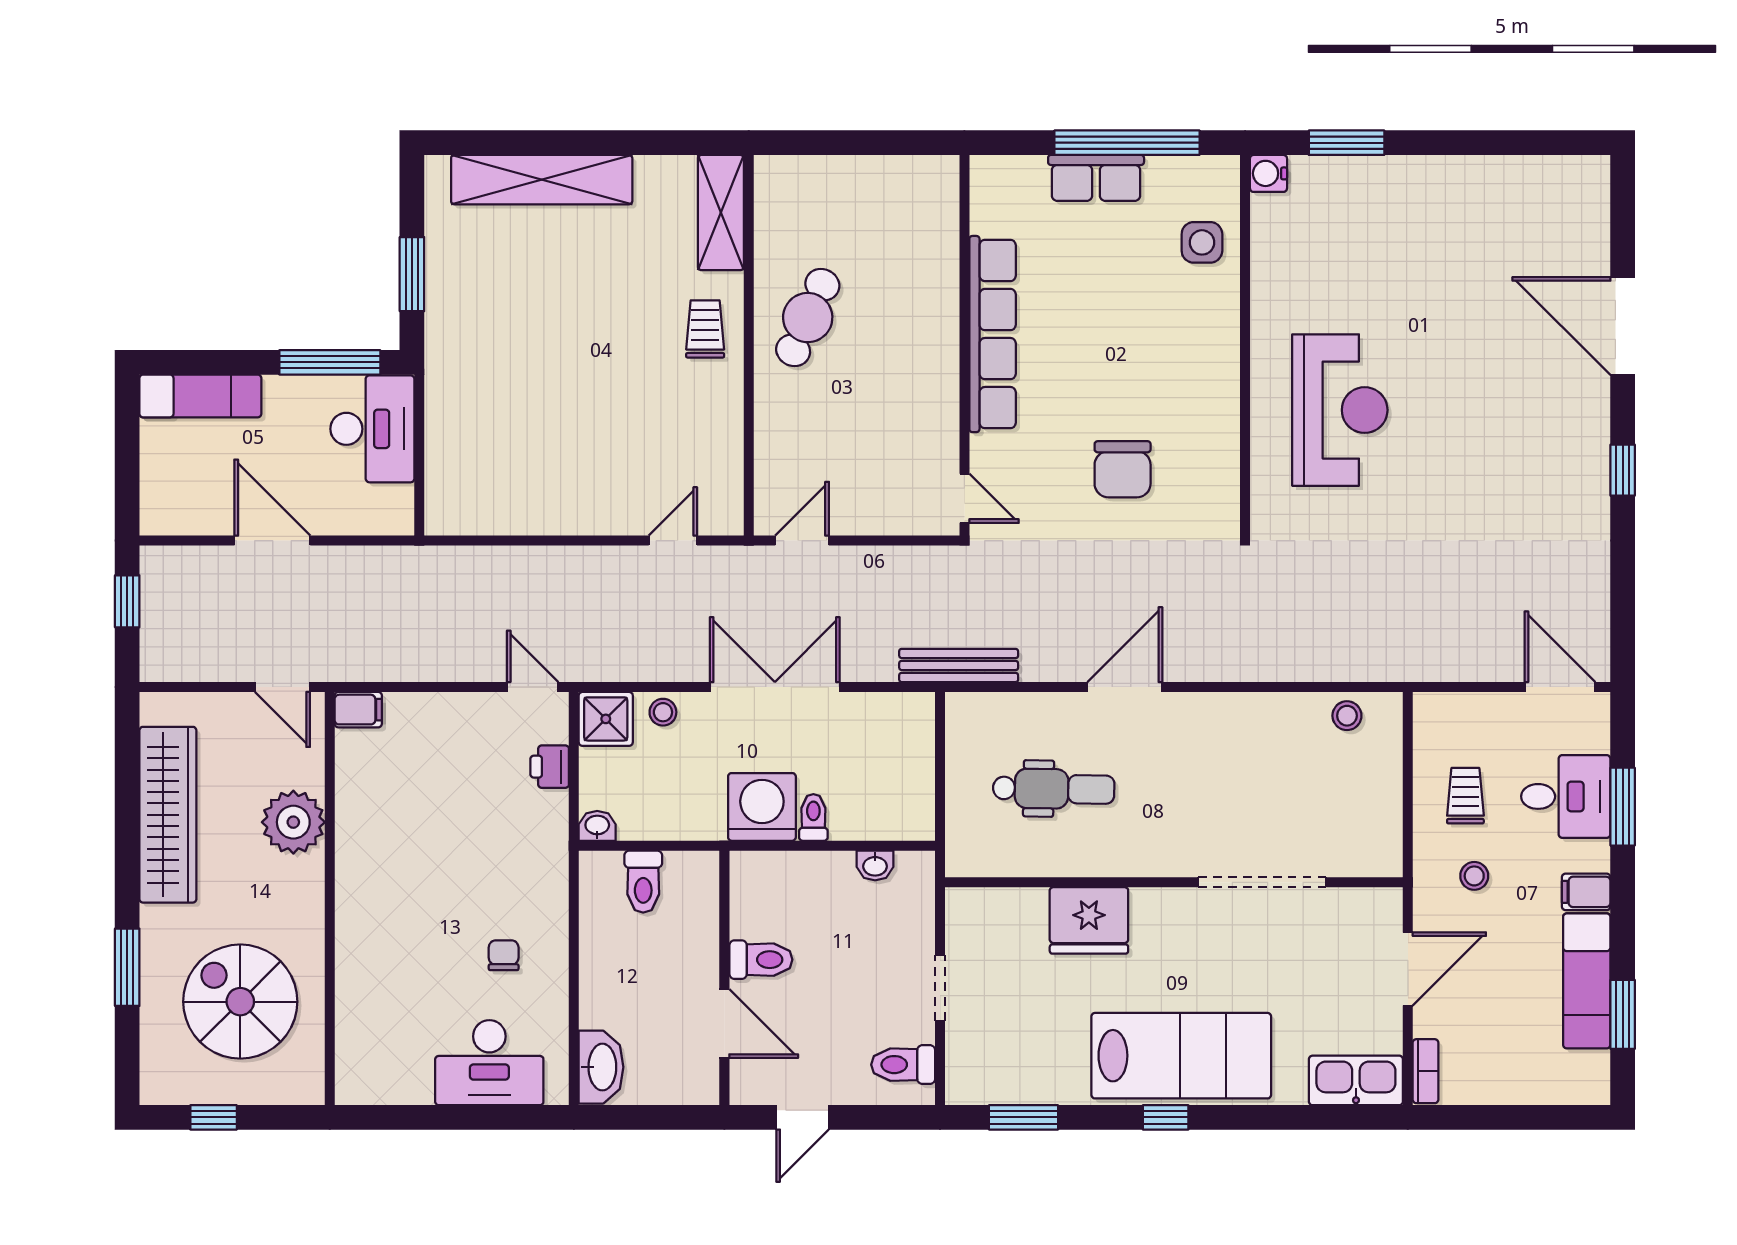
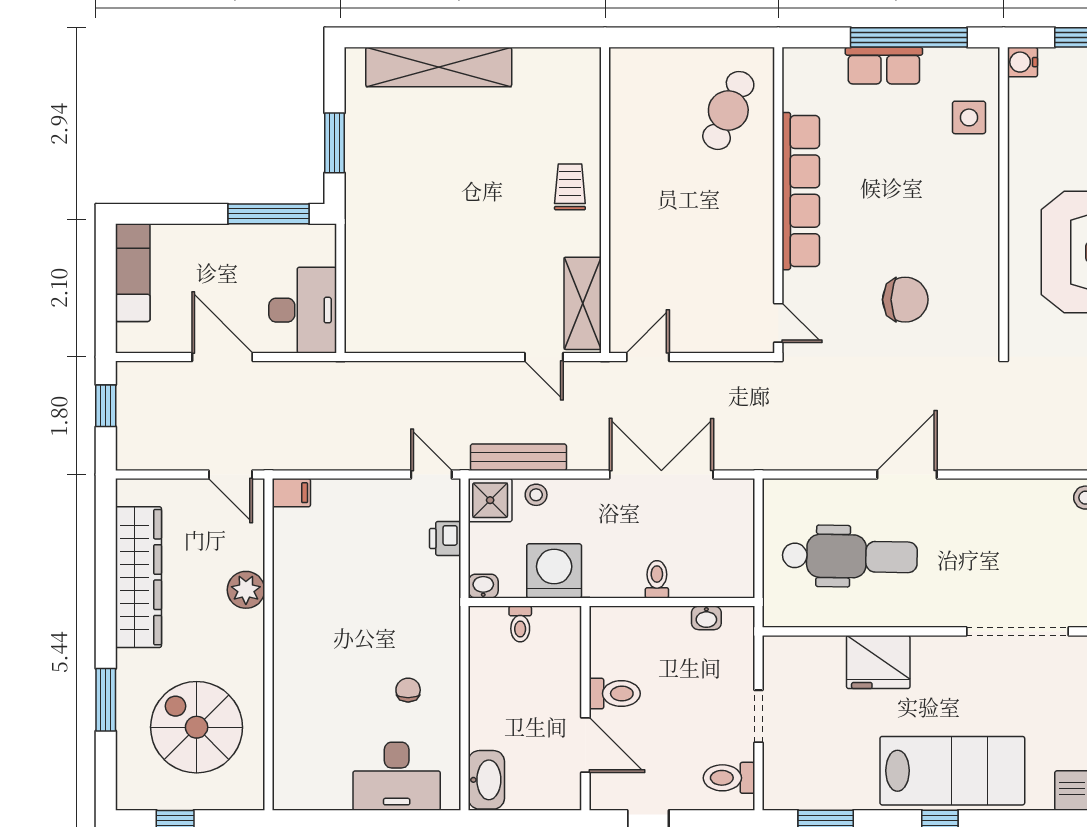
shelving: (721, 213) -> (583, 303), moved
cafe table: (808, 318) -> (728, 110), moved
exam couch: (200, 396) -> (133, 273), moved, turned -90
desk: (372, 429) -> (303, 310), moved
chair: (1123, 469) -> (905, 300), turned -90
door: (673, 541) -> (544, 357), swing flipped
bench: (959, 665) -> (518, 457), moved
double door: (775, 687) -> (661, 475), moved
dental chair: (1054, 789) -> (850, 556), width x1.36, depth x1.38
washing machine: (762, 807) -> (554, 571), moved
plant: (293, 822) -> (246, 590), width x0.73, depth x0.73
toilet: (643, 882) -> (520, 624), width x0.73, depth x0.72

